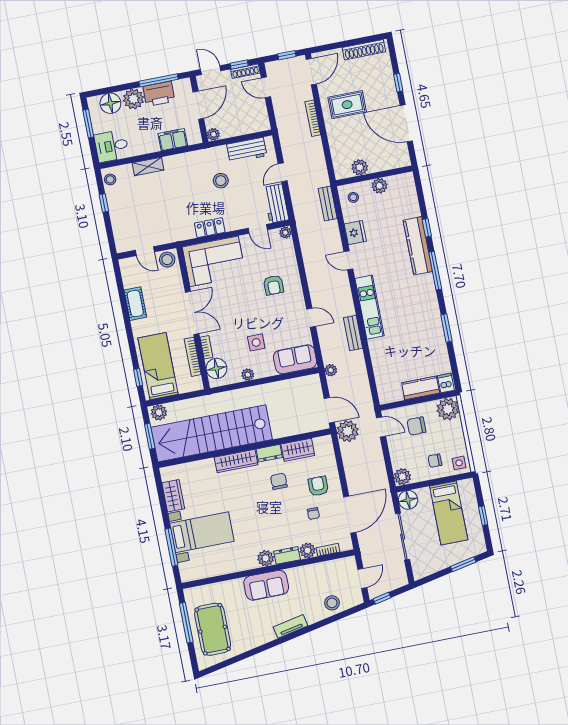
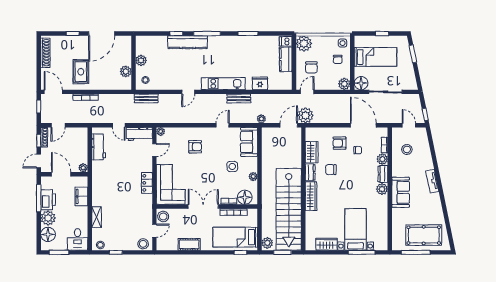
stool: (221, 181) -> (143, 244), moved
fridge: (355, 233) -> (260, 83), moved
stool: (332, 603) -> (407, 149), moved

